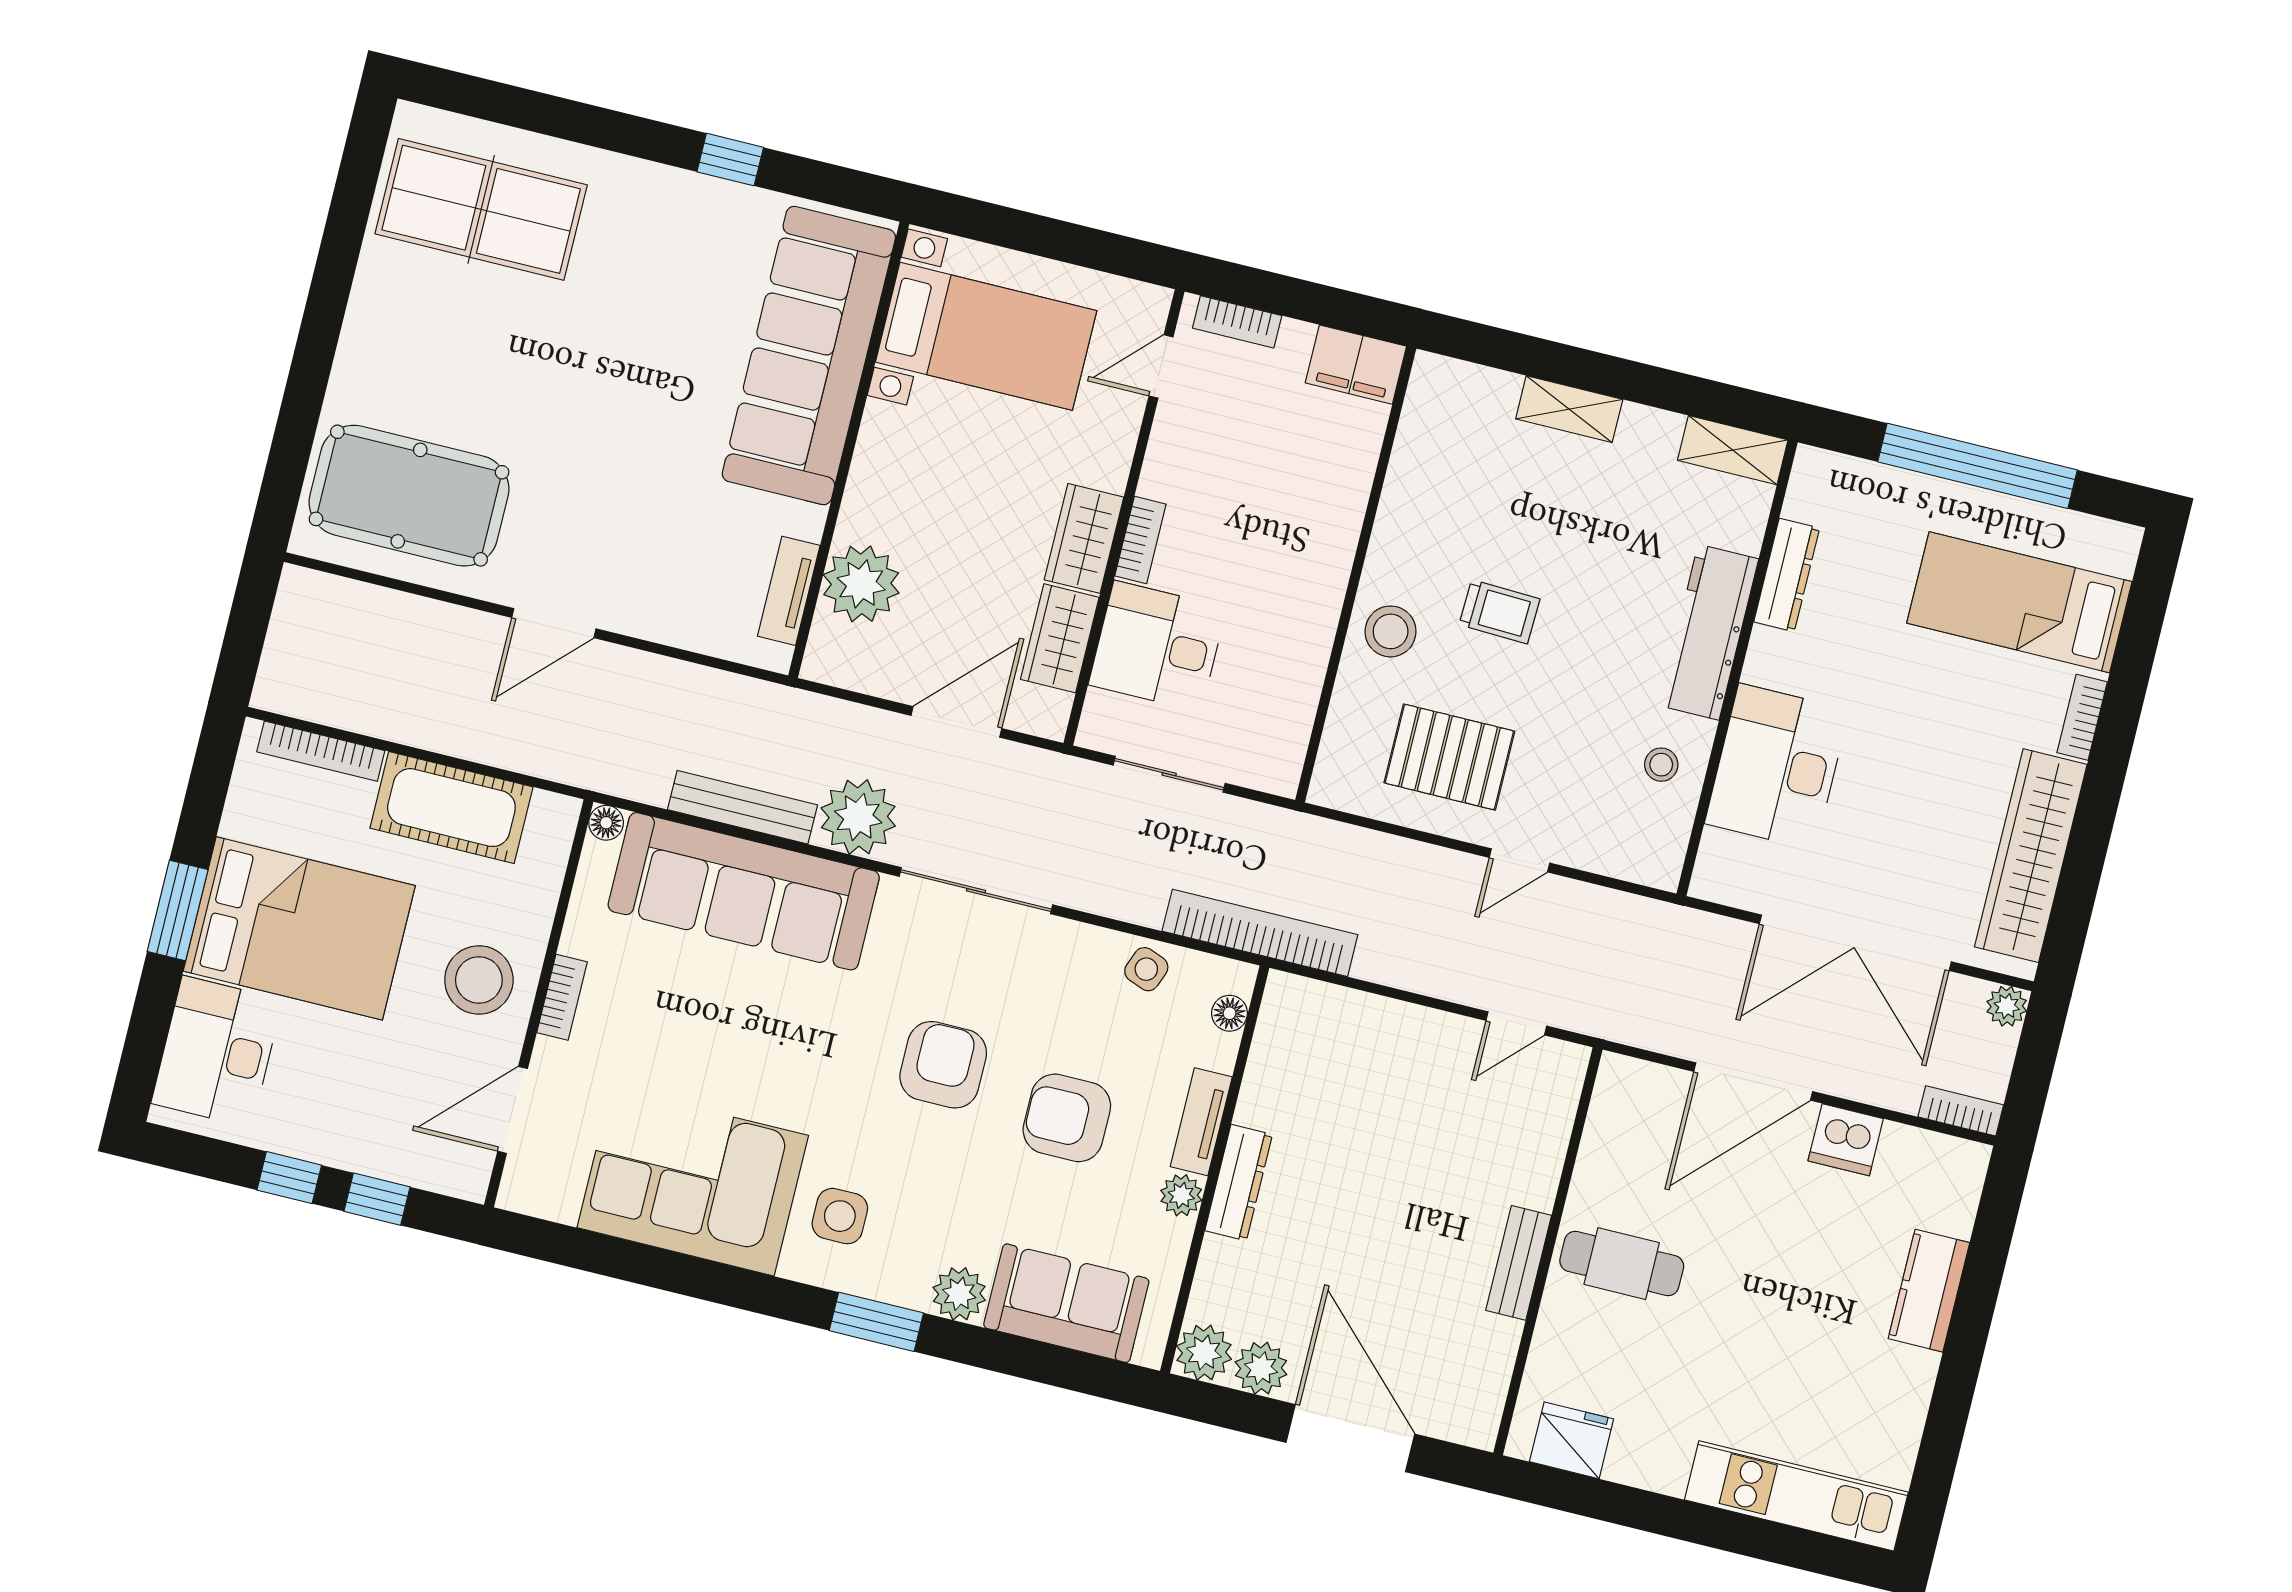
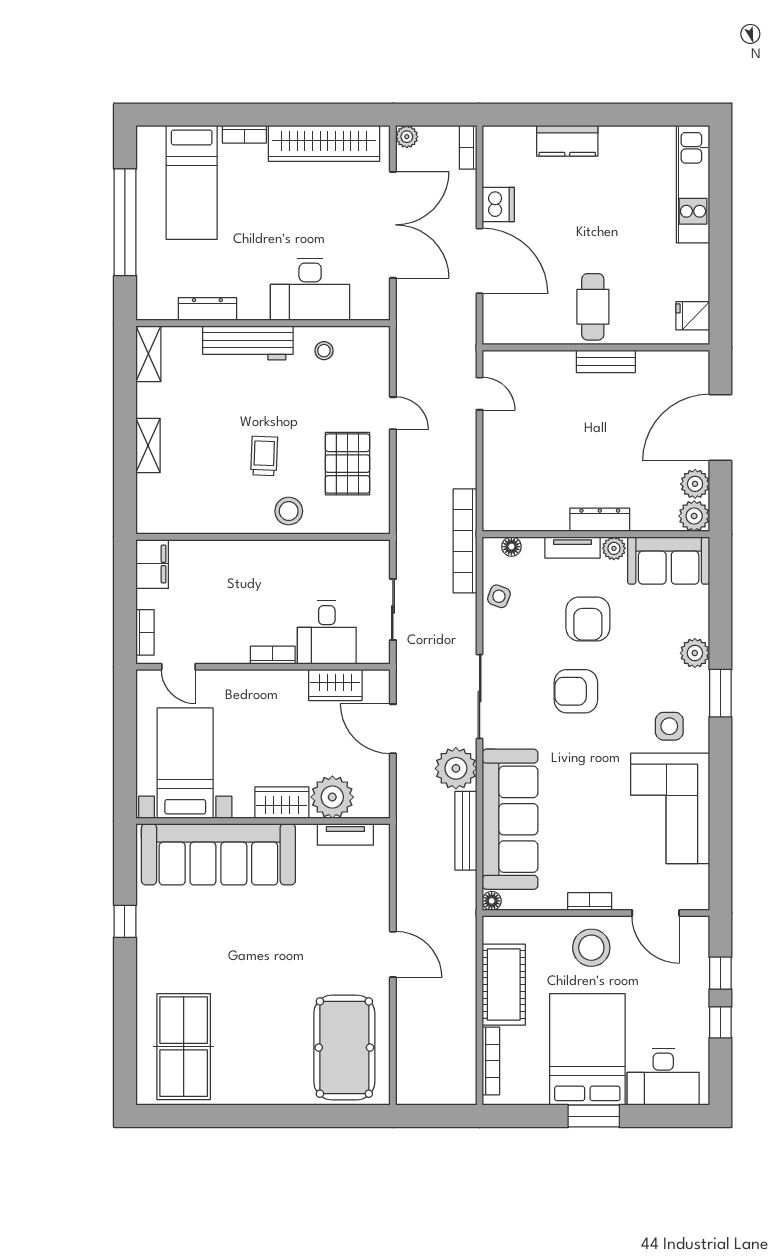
wardrobe: (1084, 538) -> (282, 803), moved, turned 180
sofa: (1066, 1303) -> (669, 561), moved, turned -90
fridge: (1572, 1440) -> (693, 316), width x0.72

